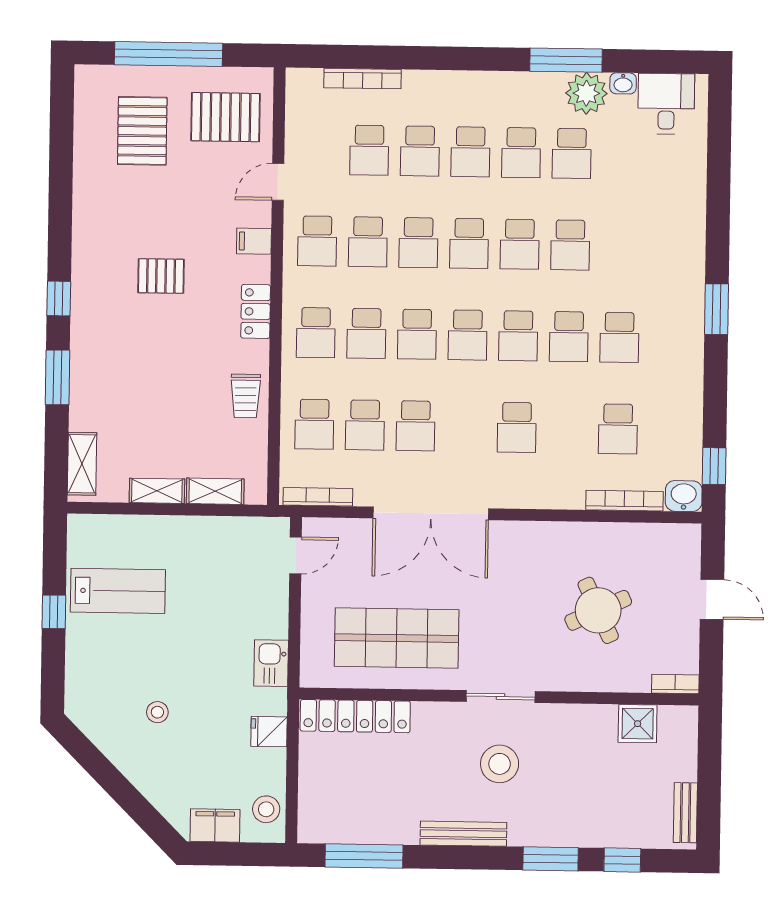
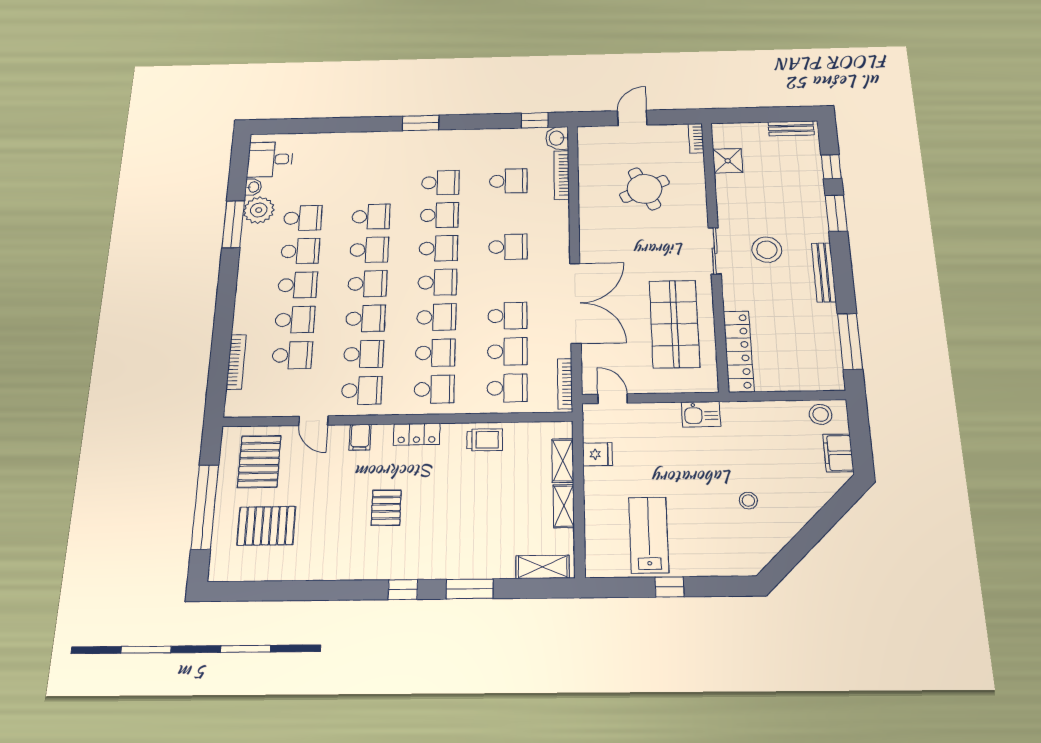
fridge: (269, 732) -> (597, 454), moved, turned -90

